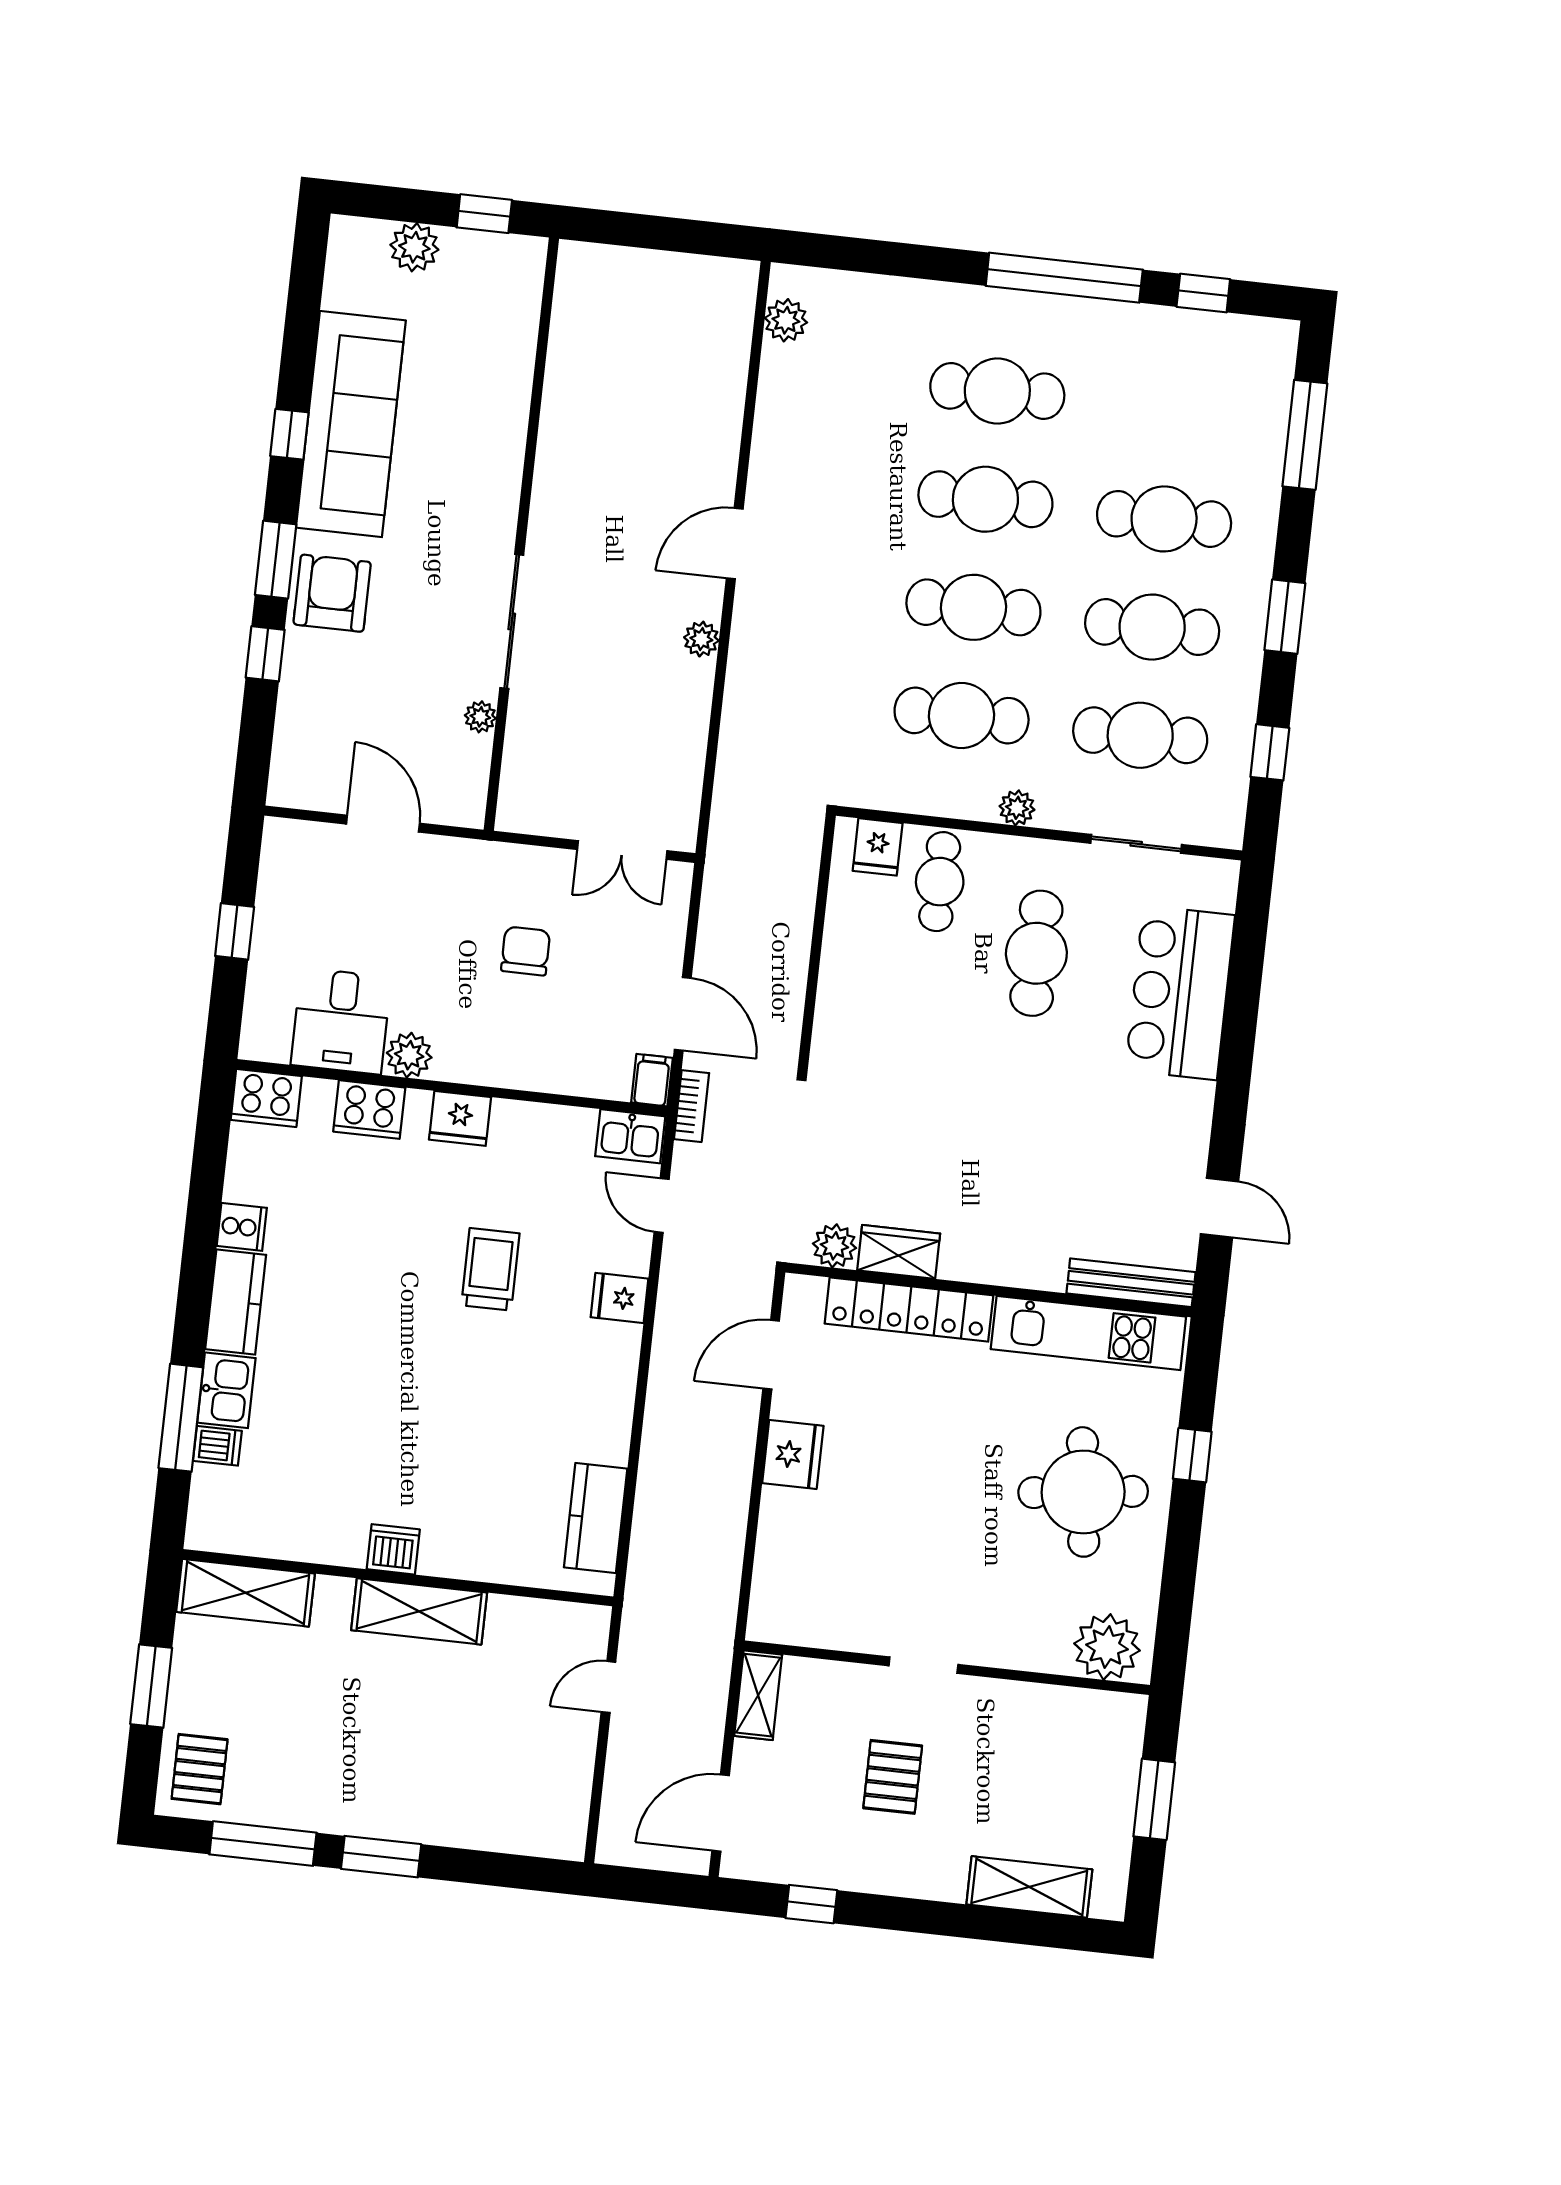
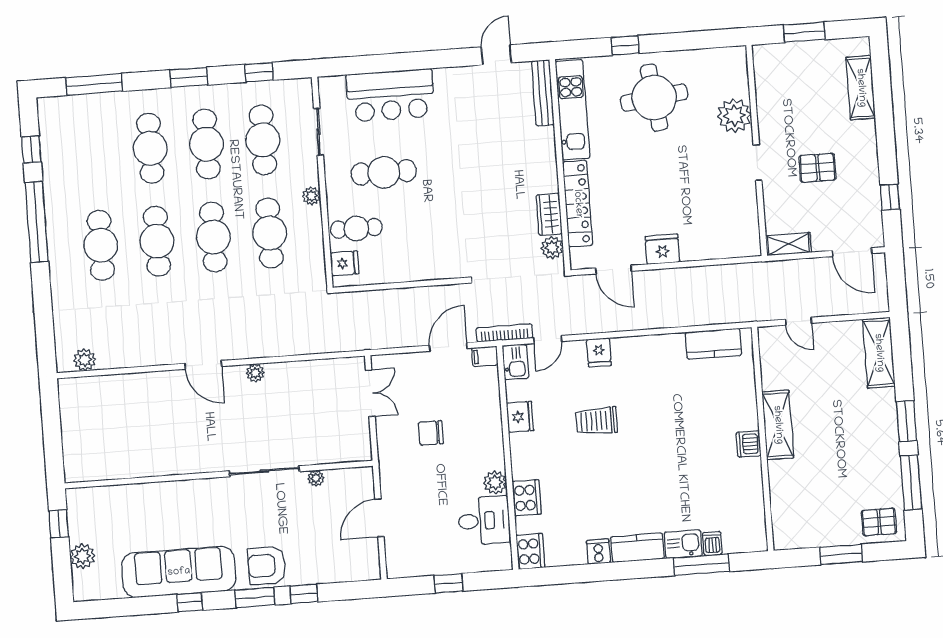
bookcase: (692, 1106) -> (504, 333), width x1.56
fridge: (460, 1118) -> (520, 417), moved
shelving: (245, 1593) -> (879, 353), moved
plant: (1107, 1647) -> (734, 116), moved

